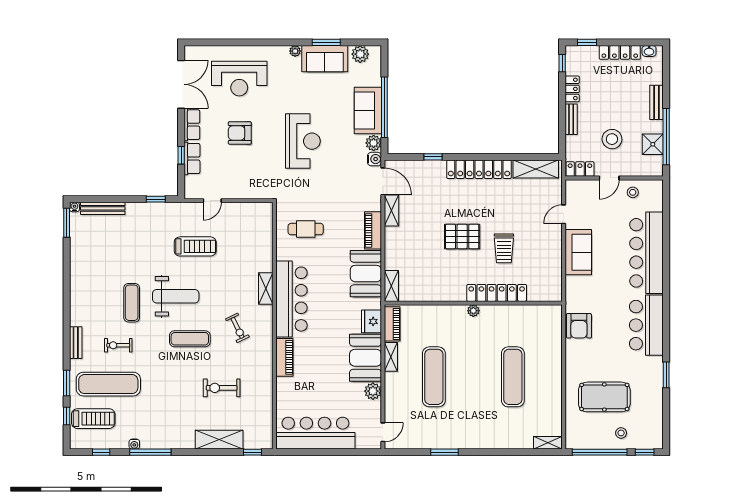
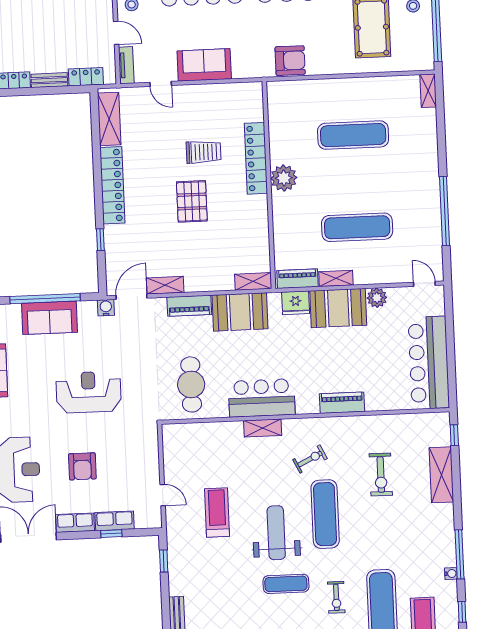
stool: (612, 139) -> (70, 31), removed
plant: (374, 143) -> (87, 310), removed
locker: (580, 169) -> (86, 77), moved, turned 90
tv unit: (581, 186) -> (126, 65), added
cafe table: (306, 229) -> (191, 384), width x1.37, depth x1.35
bar counter: (292, 299) -> (262, 398), width x0.73
plant: (473, 311) -> (284, 178), width x1.88, depth x1.88
exercise mat: (190, 339) -> (325, 514), width x1.36, depth x1.45
window: (444, 452) -> (445, 211), width x2.11

